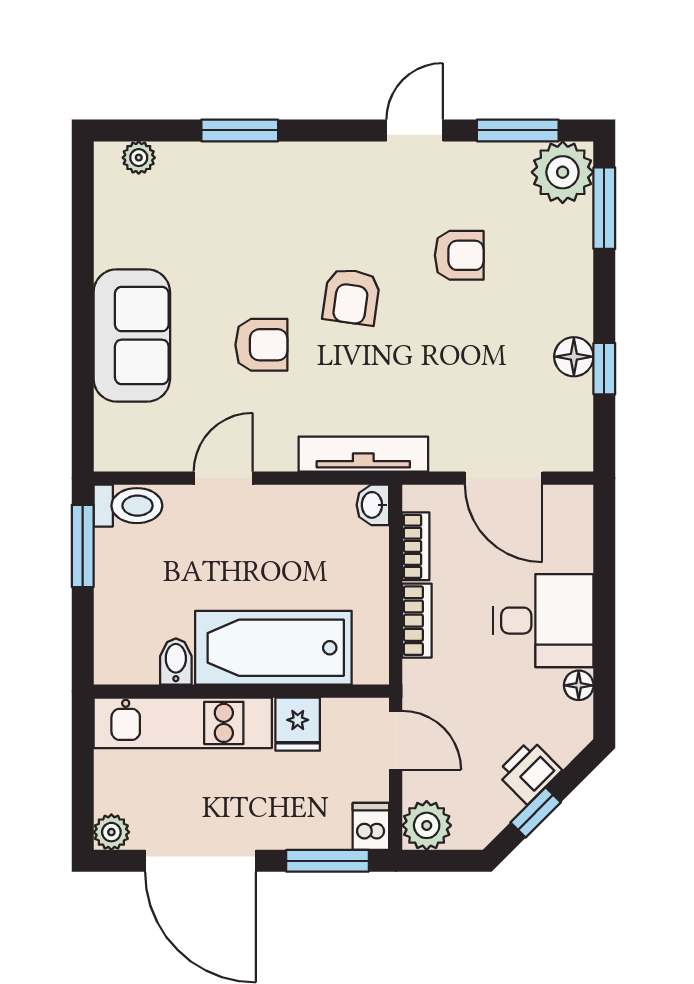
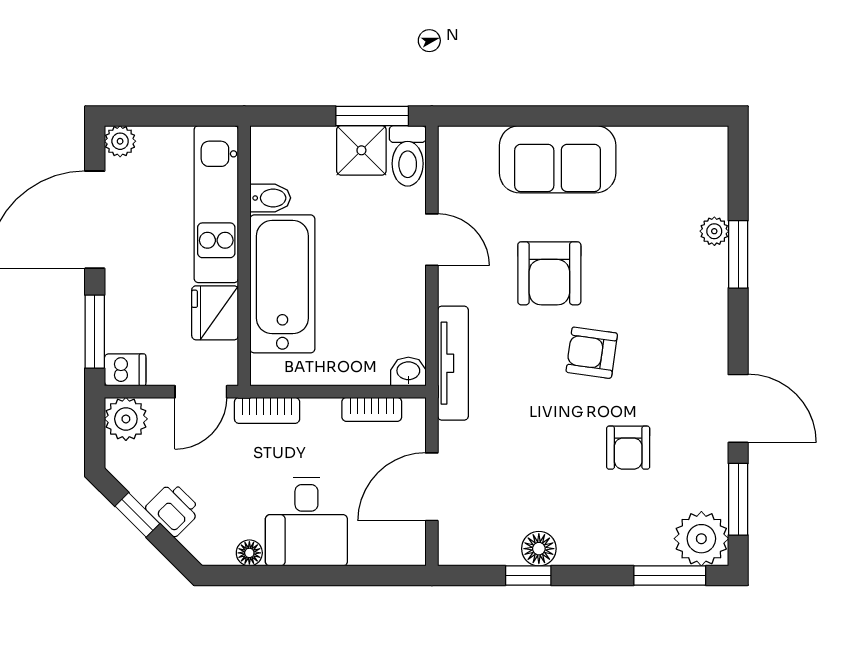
door: (415, 130) -> (738, 408), width x1.38
plant: (139, 158) -> (714, 231), moved
armchair: (261, 345) -> (549, 273), width x1.38, depth x1.38
shower: (122, 558) -> (361, 150), added
bookcase: (417, 621) -> (267, 410), moved
fridge: (298, 724) -> (215, 313), width x1.38

